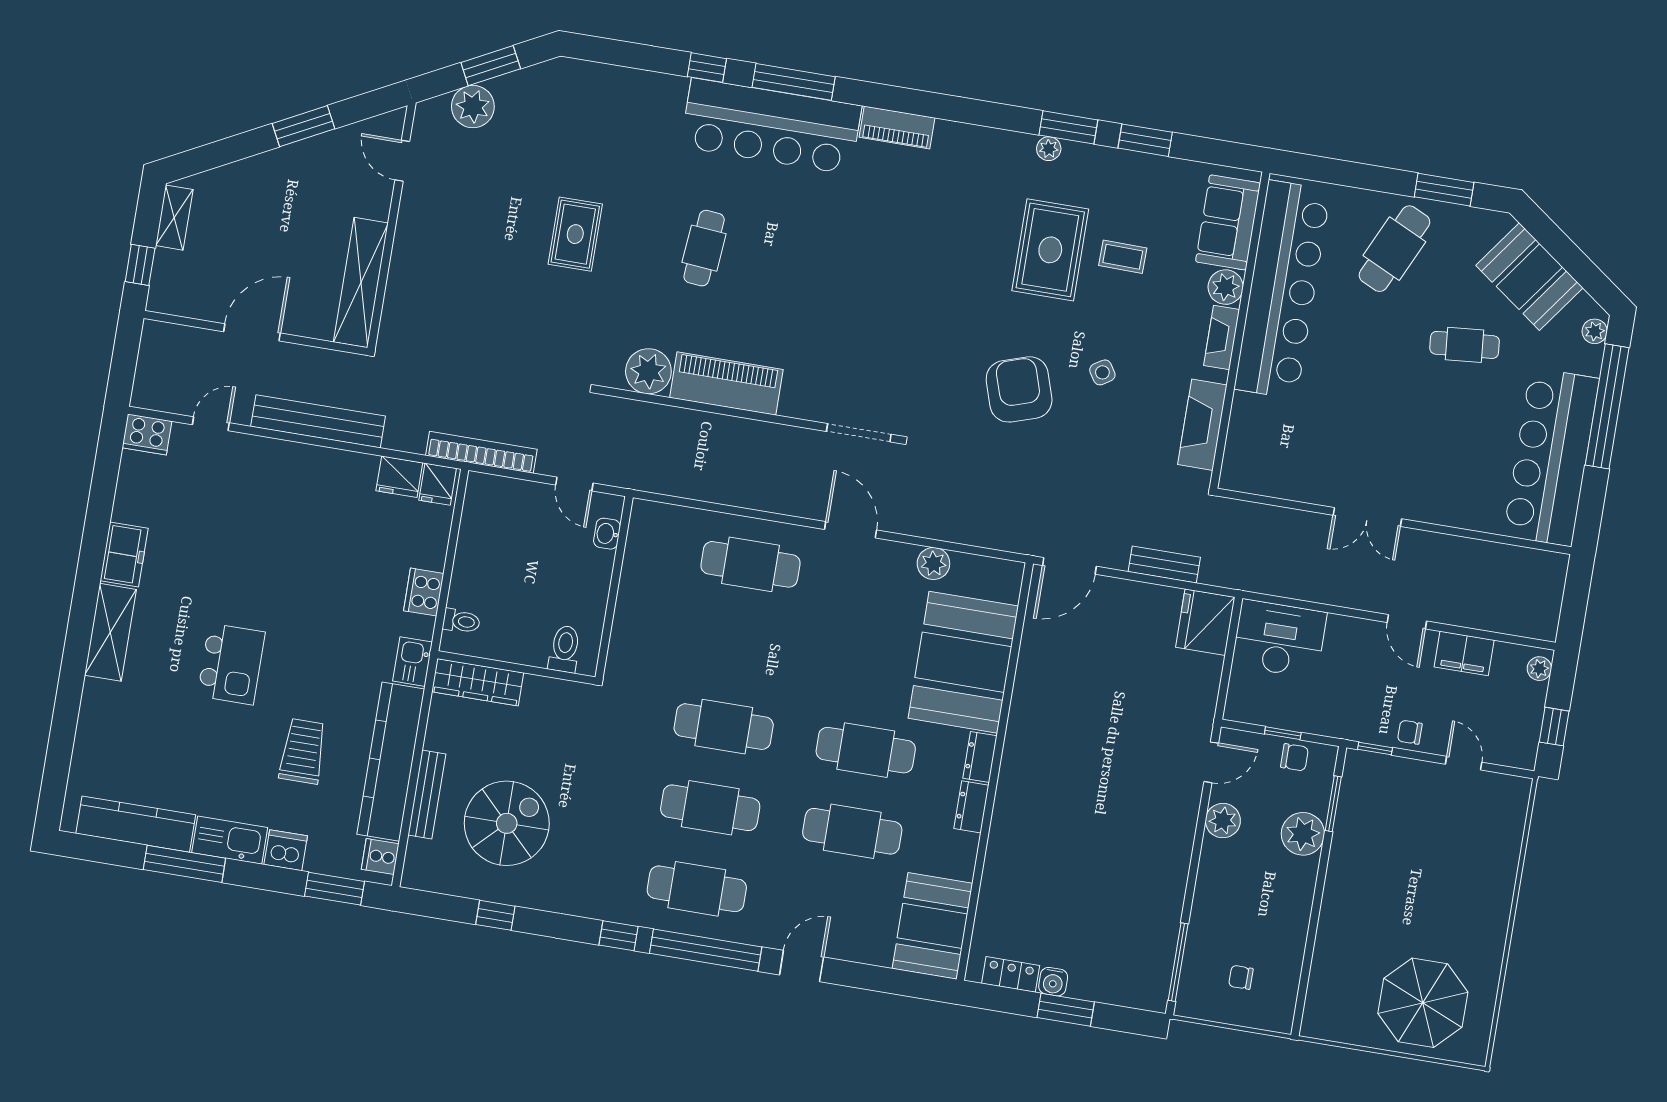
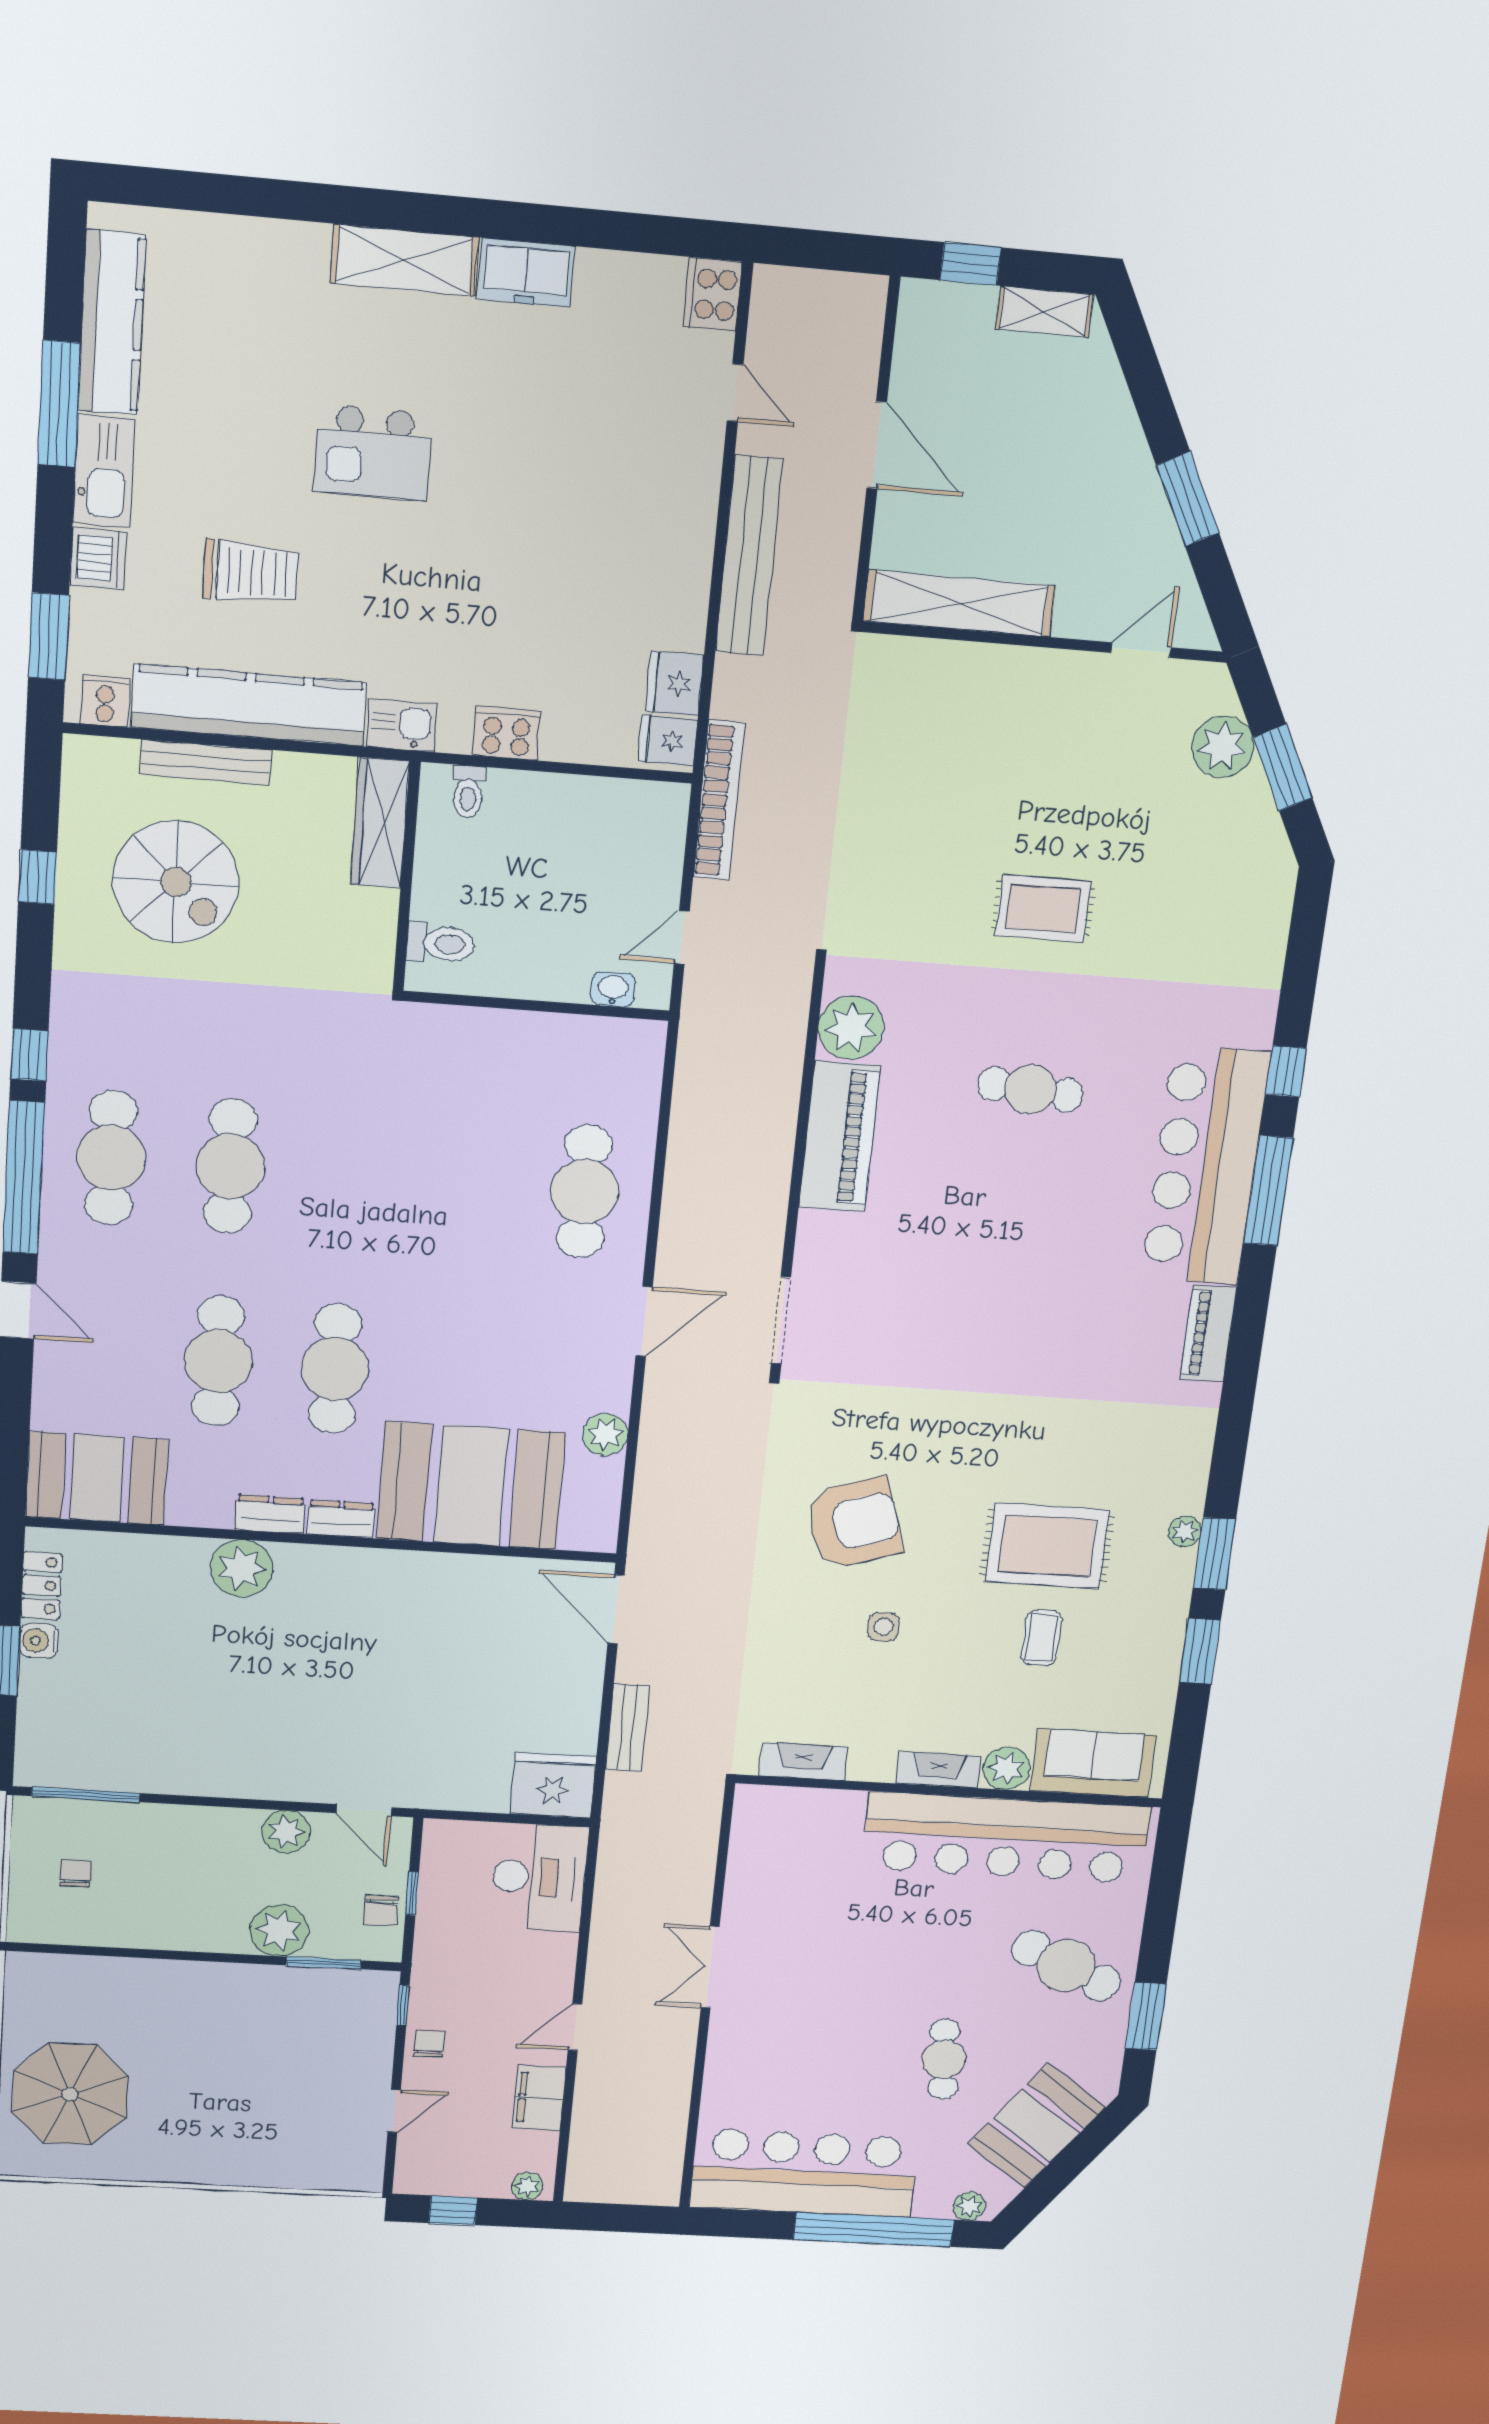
side table: (1102, 372) -> (883, 1627), turned 33
fireplace: (1202, 425) -> (804, 1761), width x0.73, depth x0.76
cafe table: (724, 727) -> (349, 1175), removed
plant: (1011, 831) -> (241, 1568), added

